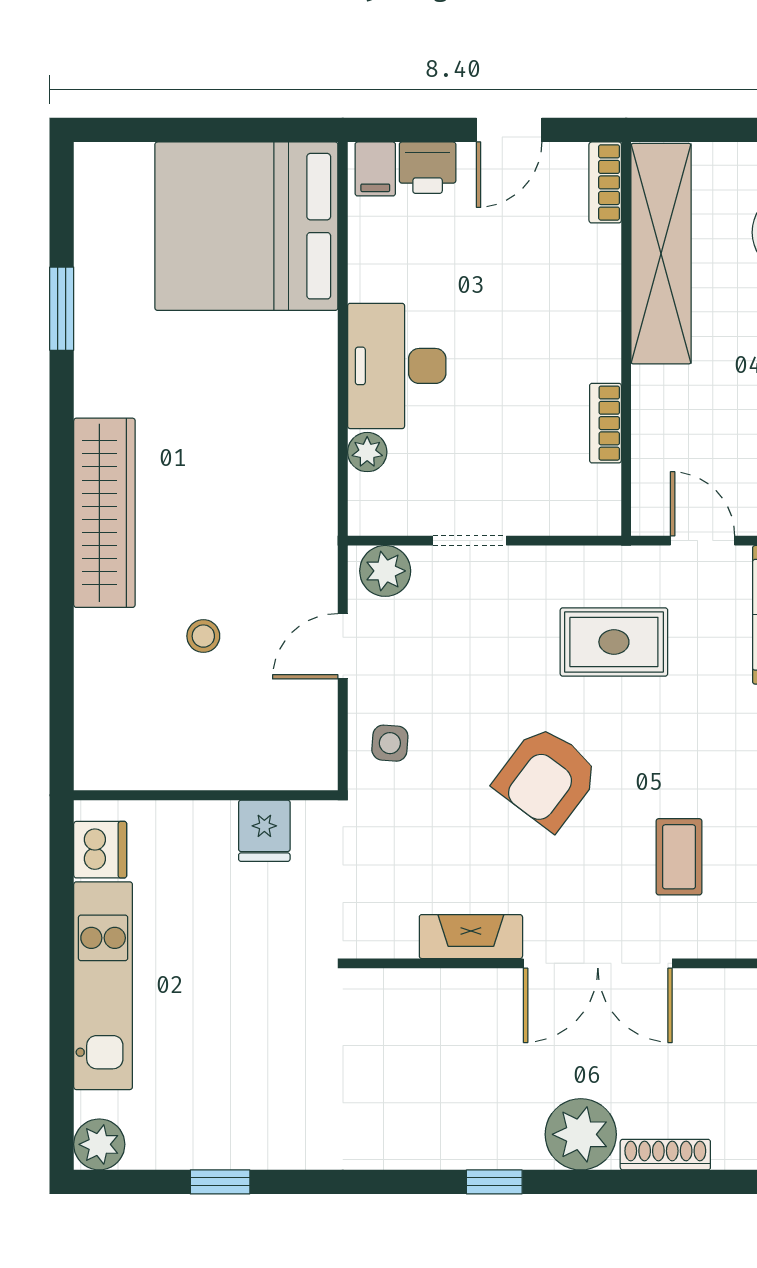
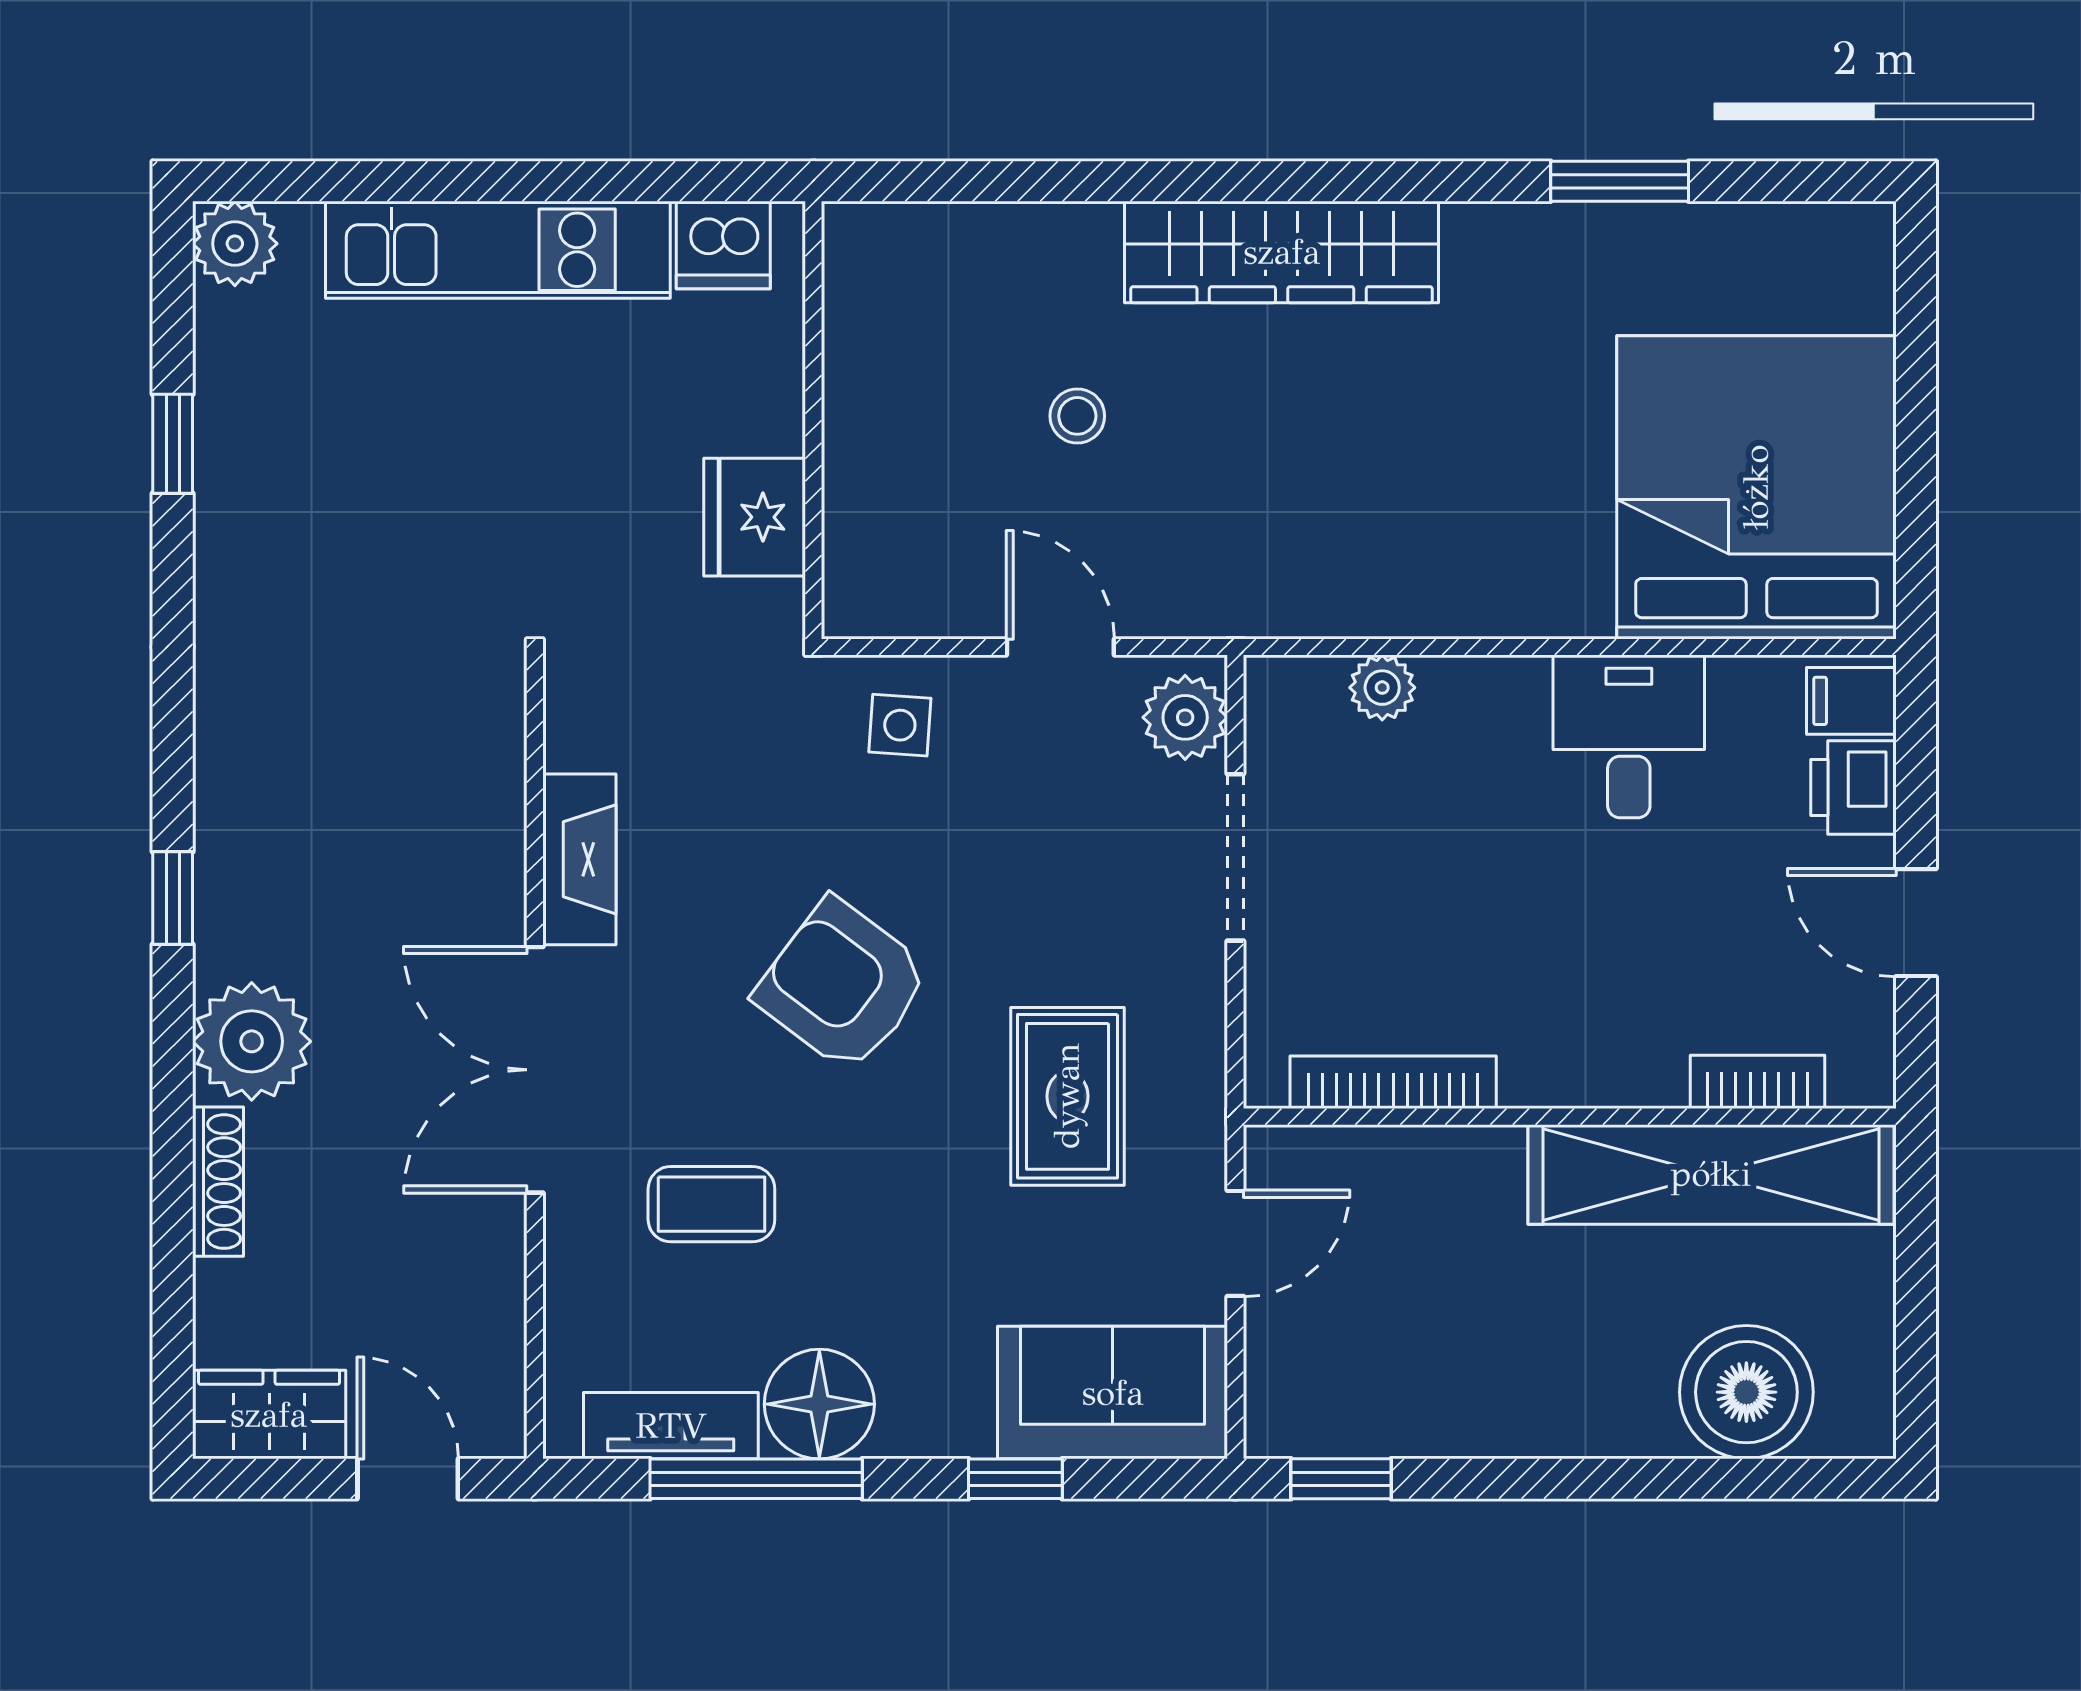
bookcase: (605, 182) -> (1757, 1082), moved
desk: (397, 366) -> (1629, 736), moved, width x0.73
bookcase: (605, 423) -> (1393, 1082), width x1.56
doorway: (470, 541) -> (1235, 857), width x1.38
fridge: (264, 831) -> (755, 517), width x1.38

